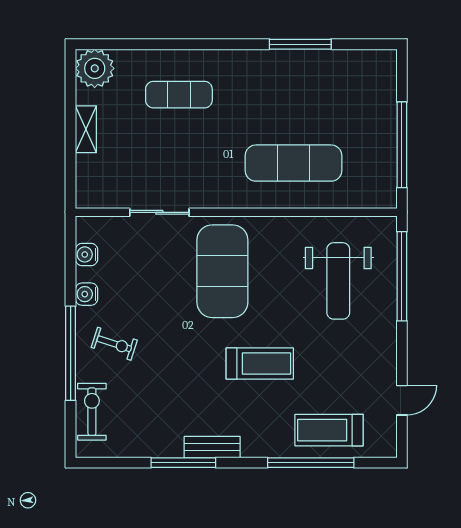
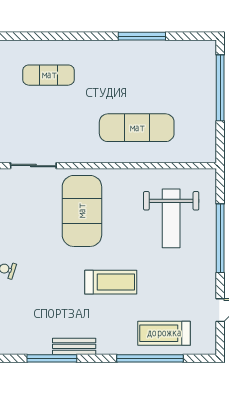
window: (402, 145) -> (220, 88), moved
window: (402, 276) -> (220, 238), moved

